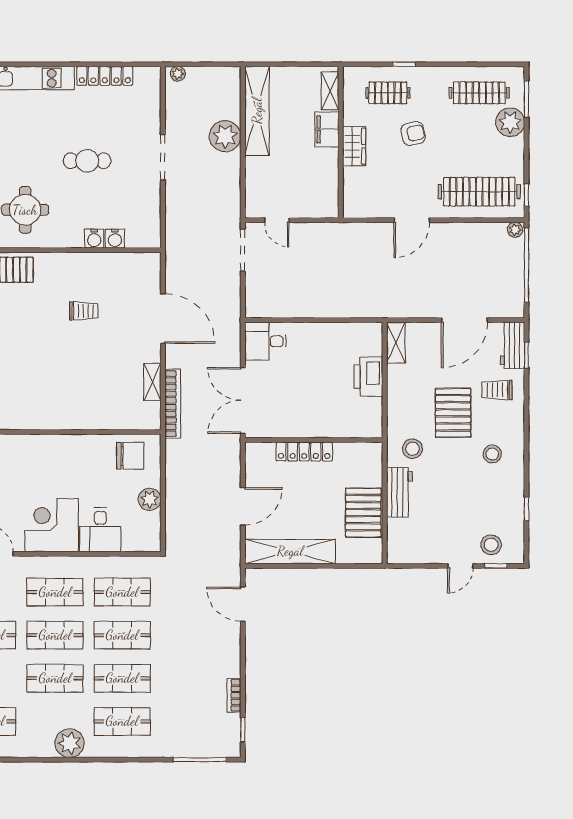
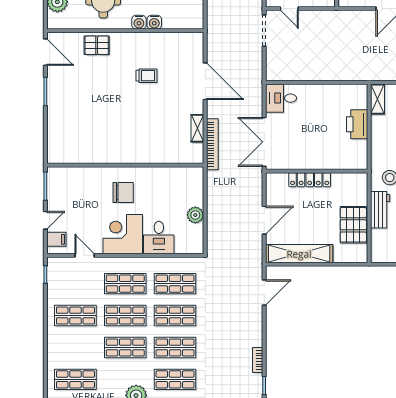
water cooler: (115, 239) -> (139, 22), moved
chair: (130, 456) -> (123, 193), moved
door: (243, 604) -> (264, 293), swing flipped

